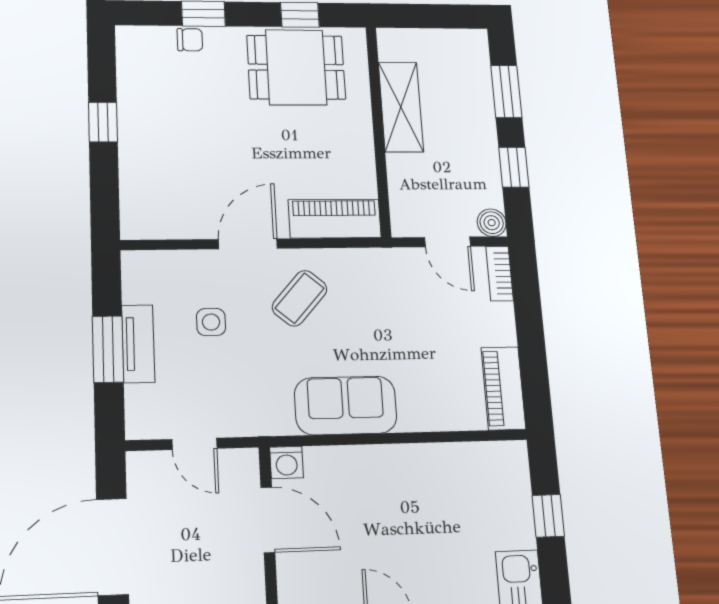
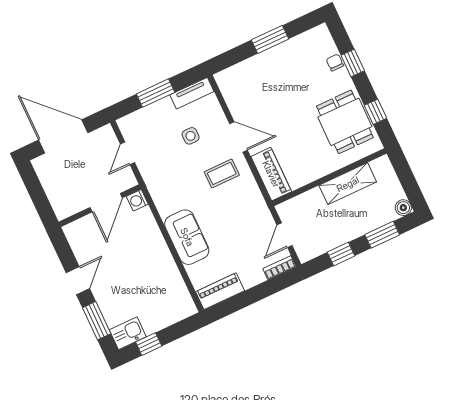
chair: (190, 40) -> (335, 62), turned 180
window: (103, 122) -> (270, 39), width x1.50
boiler: (492, 223) -> (403, 208), moved
coffee table: (300, 298) -> (222, 173), turned -41
tv unit: (138, 344) -> (192, 93), moved
sofa: (346, 405) -> (187, 237), moved
window: (548, 516) -> (149, 344), moved

